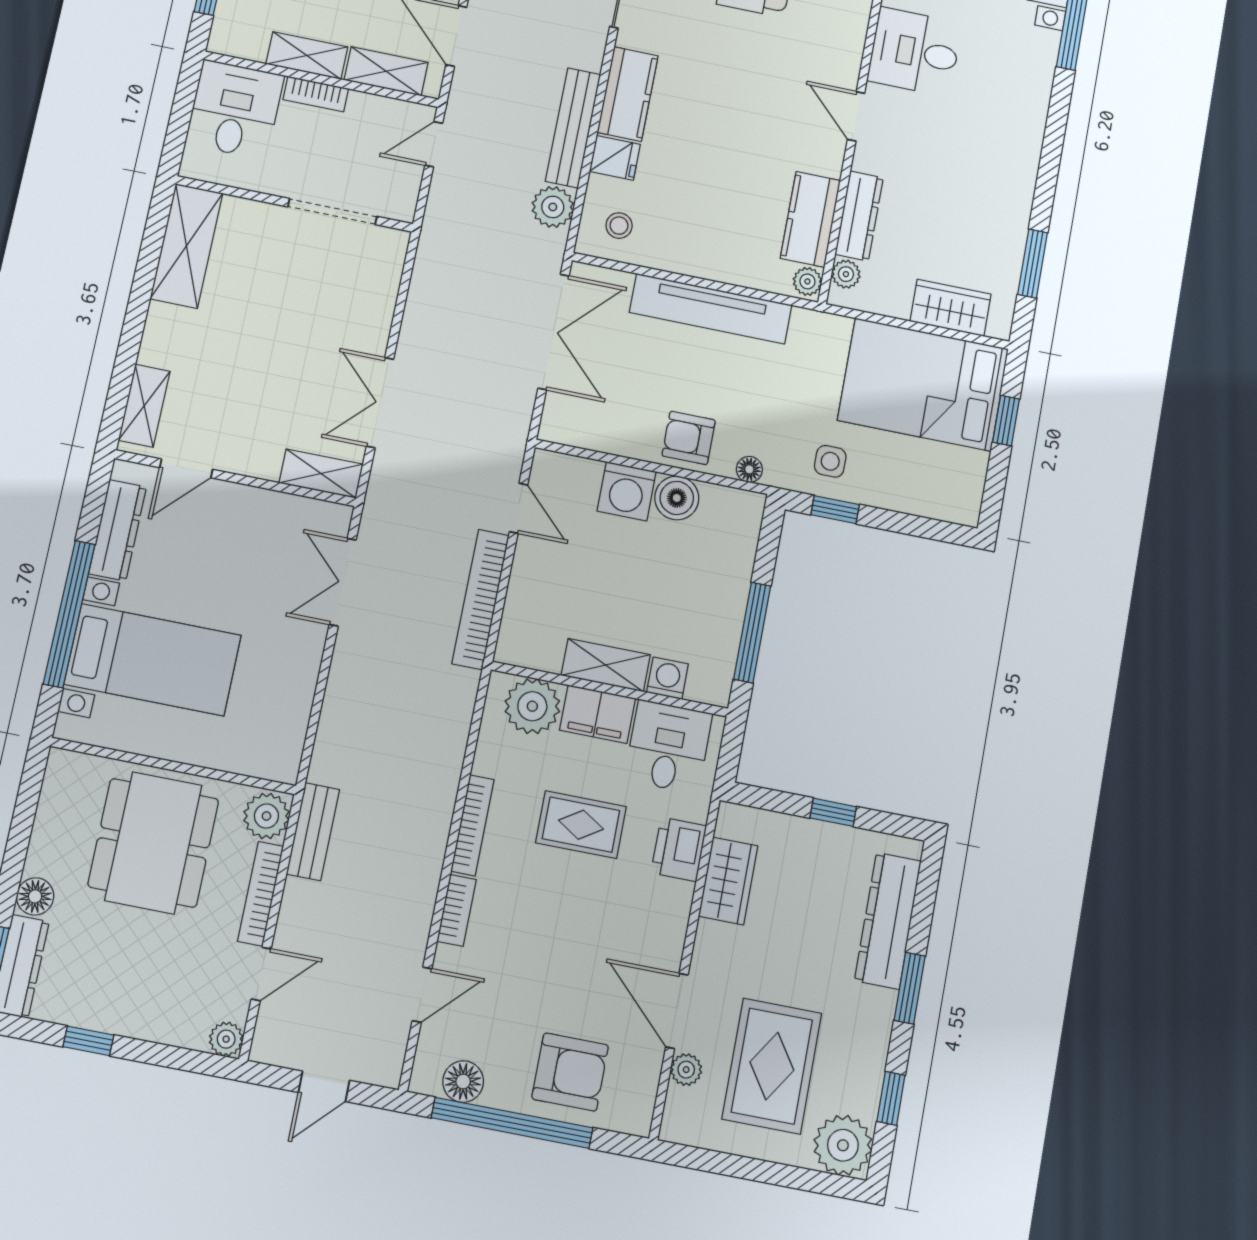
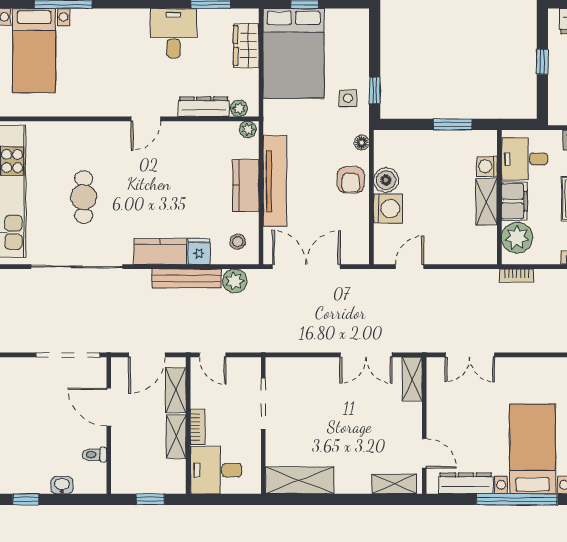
desk: (915, 52) -> (174, 33), moved, turned 180
kitchen counter: (810, 219) -> (246, 185), moved, turned 90
bookcase: (481, 599) -> (517, 275), moved, width x0.43, depth x0.76
window: (752, 633) -> (453, 124), width x0.69

